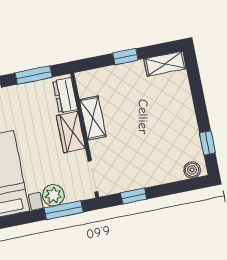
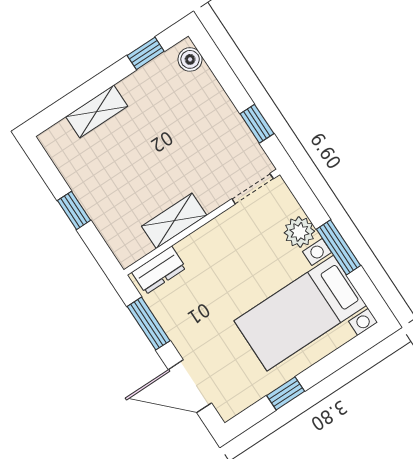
shelving: (165, 64) -> (97, 112), moved, turned 90
wardrobe: (71, 132) -> (205, 243), removed
window: (64, 210) -> (339, 247), moved

